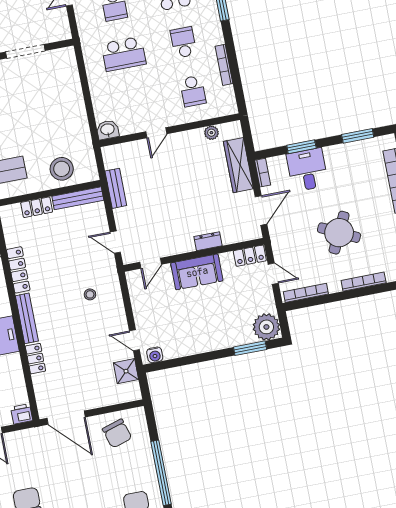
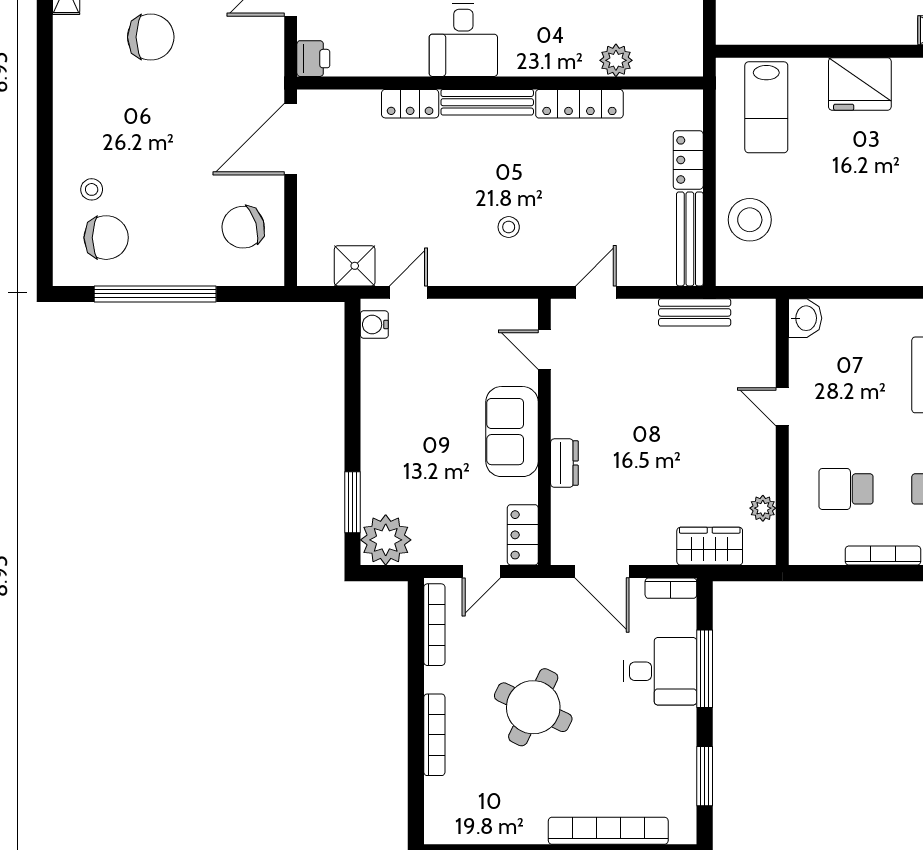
window: (301, 147) -> (705, 669), width x1.44
wardrobe: (238, 165) -> (710, 546), width x0.67

